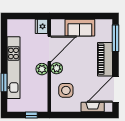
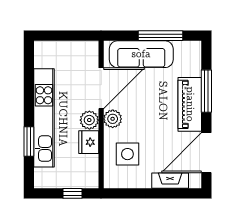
window: (87, 16) -> (161, 36), added
fridge: (42, 26) -> (89, 142), moved
sofa: (80, 28) -> (141, 54), width x1.36
window: (115, 38) -> (206, 91), moved

